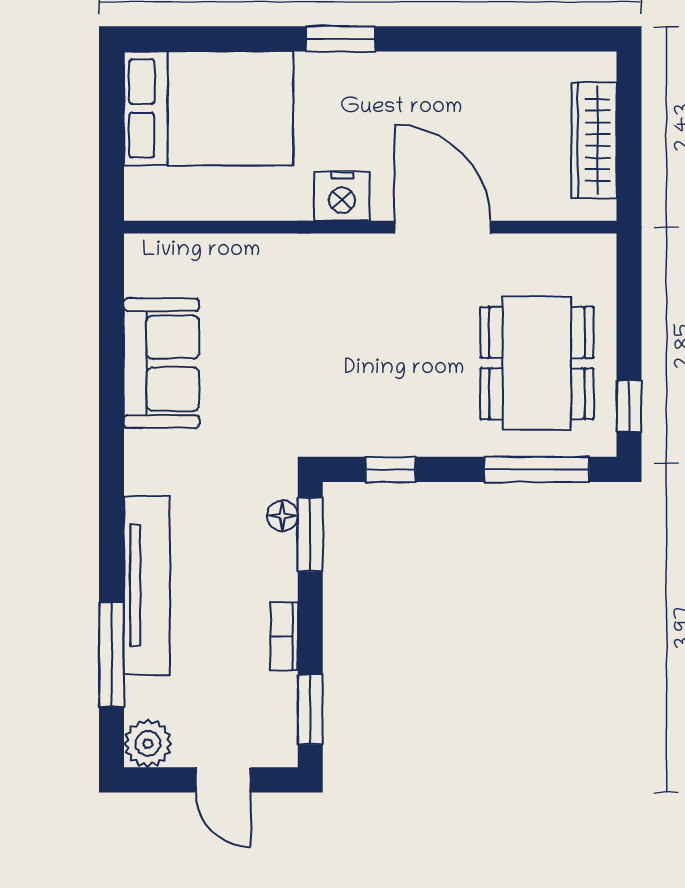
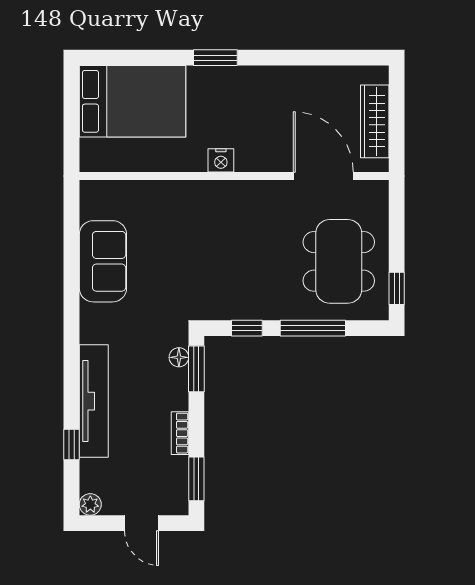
nightstand: (342, 196) -> (221, 160), width x0.74, depth x0.75
door: (443, 227) -> (323, 176), moved
window: (537, 469) -> (313, 328), moved
window: (112, 654) -> (72, 444), width x0.46
plant: (148, 744) -> (90, 504), width x0.73, depth x0.73

